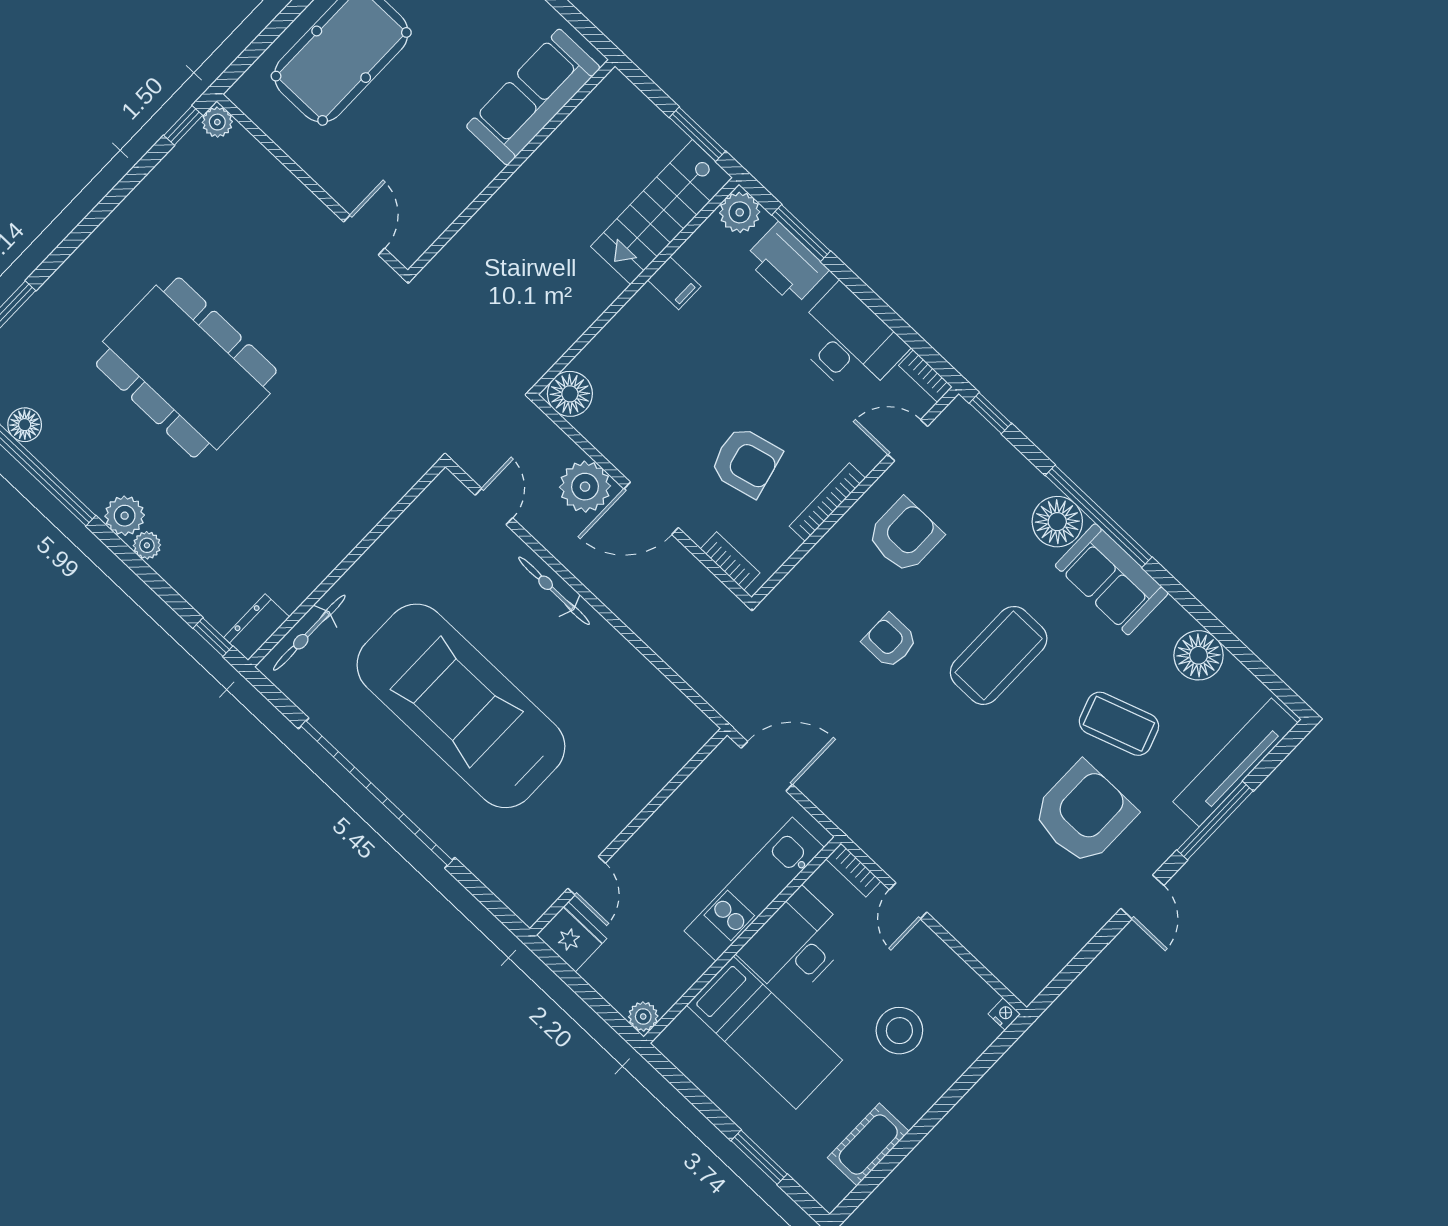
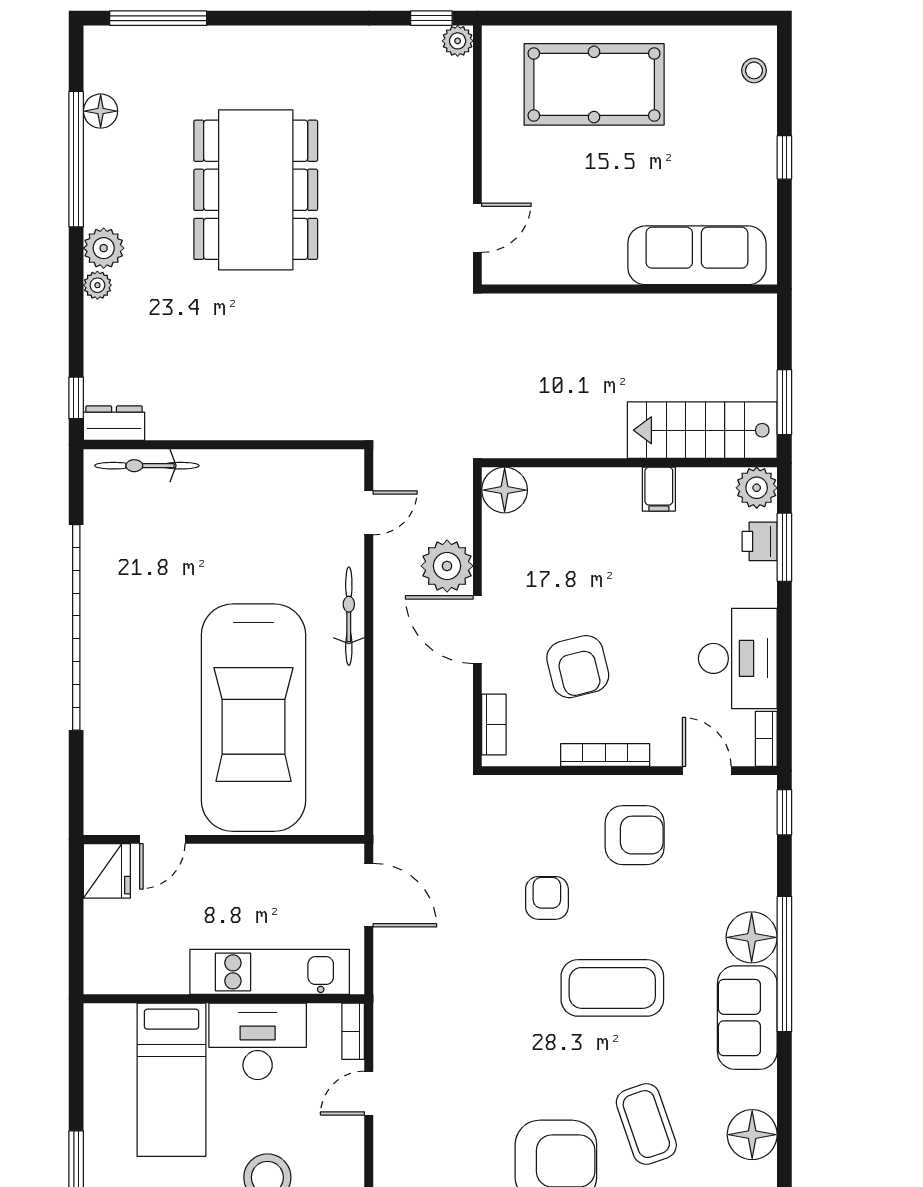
printer: (786, 264) -> (760, 541), width x0.53, depth x0.68
car: (461, 706) -> (253, 718), moved, turned 180
plant: (643, 1016) -> (98, 979), removed

